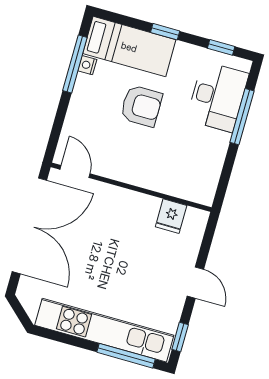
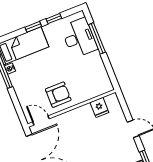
window: (221, 47) -> (54, 19), moved
armchair: (141, 106) -> (58, 95), moved

